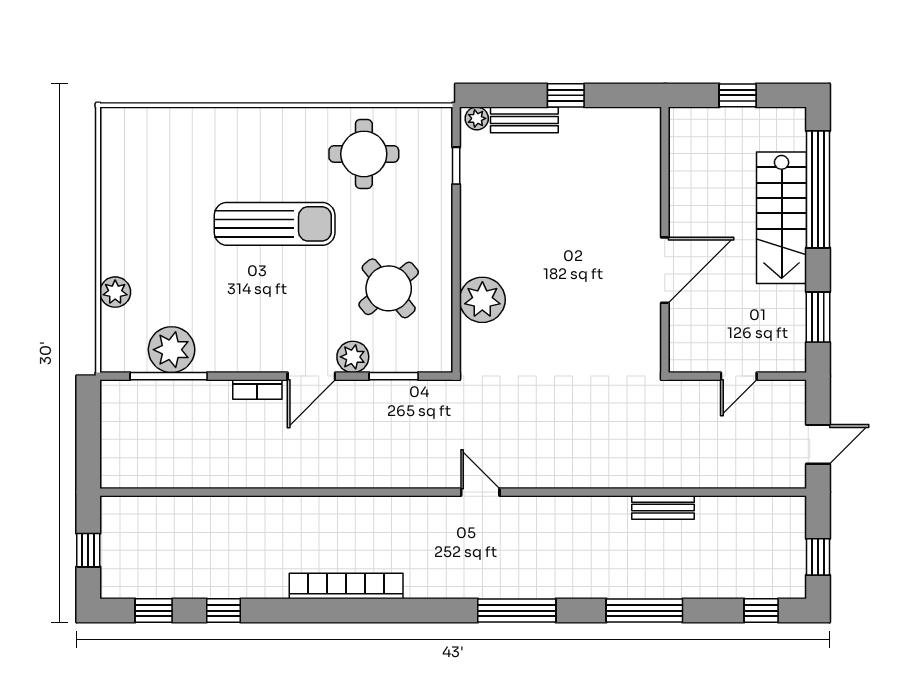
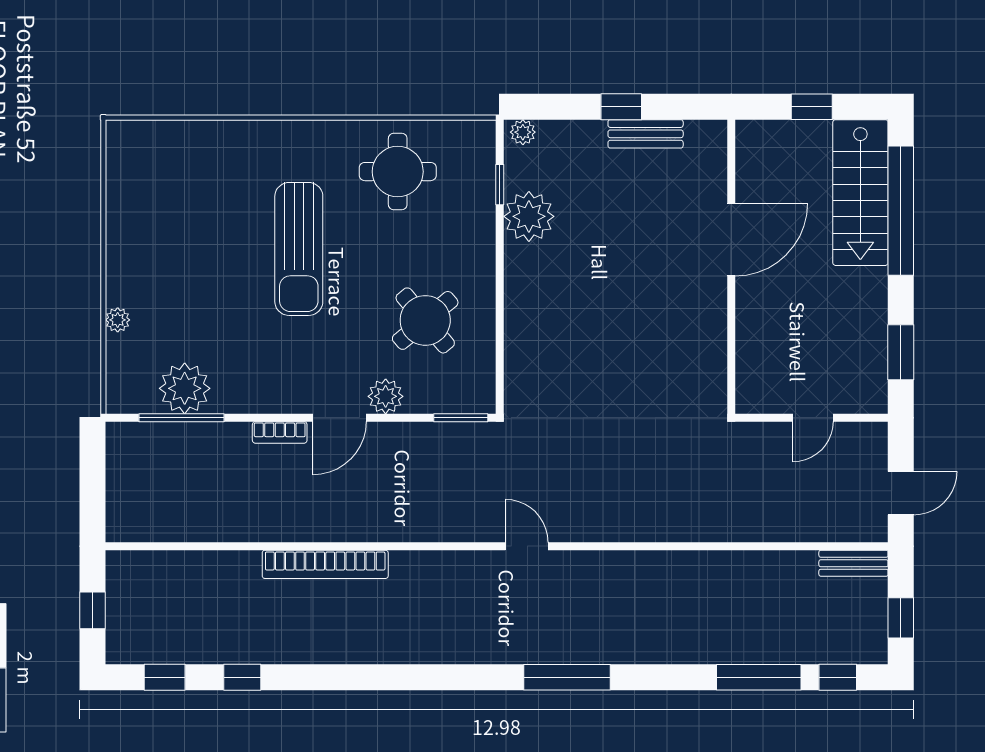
bench: (524, 120) -> (646, 134), moved
stairs: (782, 218) -> (860, 193), moved
sun lounger: (275, 224) -> (299, 249), turned 90
door: (665, 270) -> (731, 240), moved
plant: (115, 292) -> (118, 320), width x0.73, depth x0.73
plant: (482, 300) -> (529, 216), moved
window: (394, 376) -> (461, 418), moved
bench: (663, 508) -> (853, 563), moved
bookcase: (346, 586) -> (325, 564), moved, turned 180
window: (644, 611) -> (759, 677), moved

